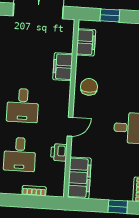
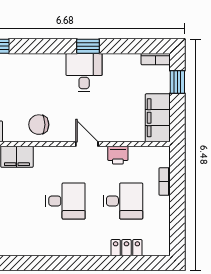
filing cabinet: (79, 178) -> (158, 118), moved, turned -90

